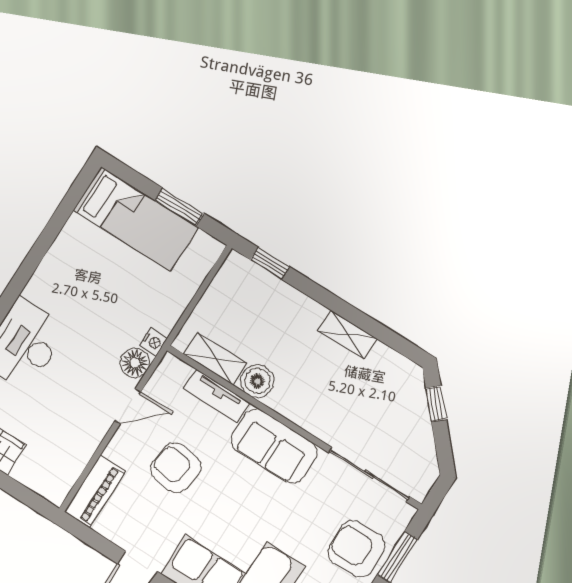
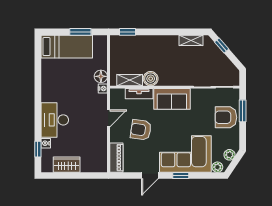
shelving: (348, 335) -> (191, 40), moved
floor lamp: (135, 363) -> (101, 76), moved

